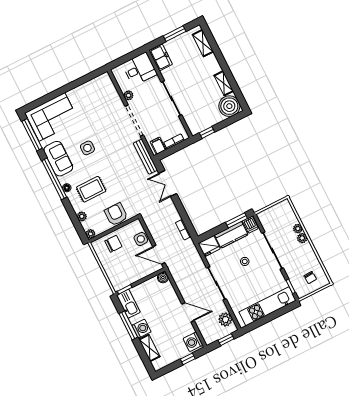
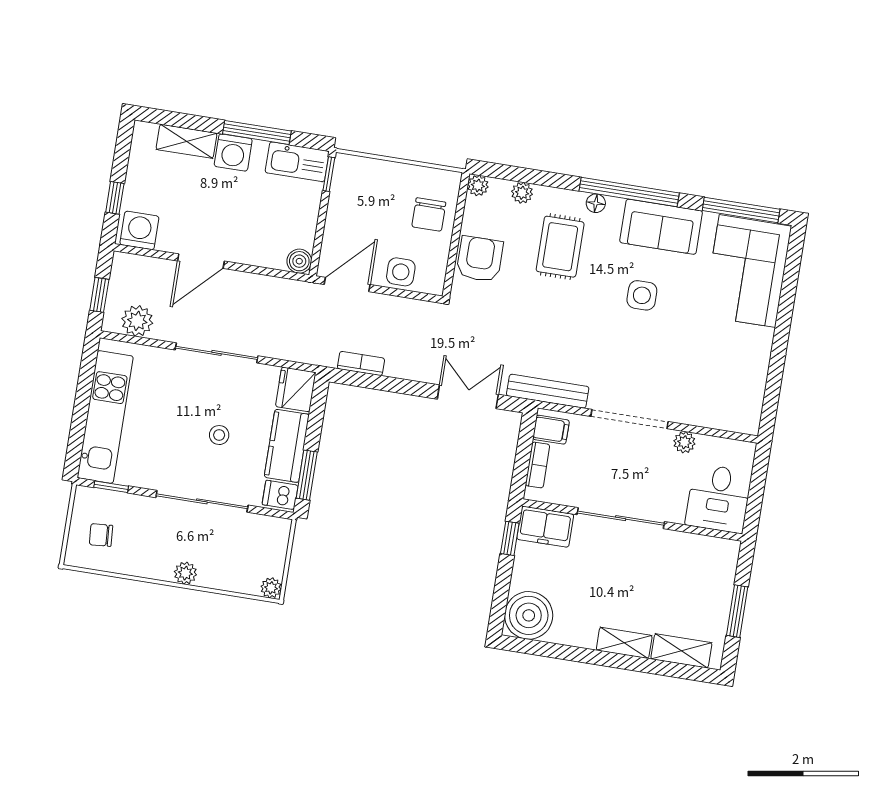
freezer: (161, 58) -> (545, 527), moved
shelving: (224, 83) -> (624, 643), moved
armchair: (116, 214) -> (480, 259), turned -90
plant: (298, 229) -> (271, 588), moved

